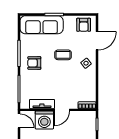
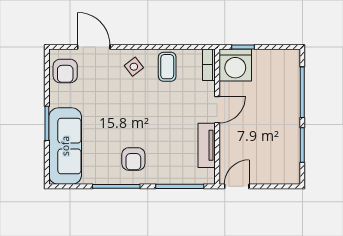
armchair: (84, 25) -> (65, 71), turned 90
coffee table: (63, 55) -> (167, 67), moved
door: (62, 110) -> (217, 110), hinge flipped
washing machine: (44, 120) -> (235, 65), moved, turned 90

